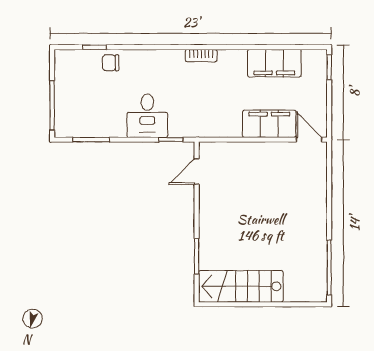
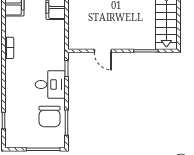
chair: (111, 63) -> (50, 117), moved, width x1.87, depth x1.87
door: (197, 172) -> (103, 51), moved

